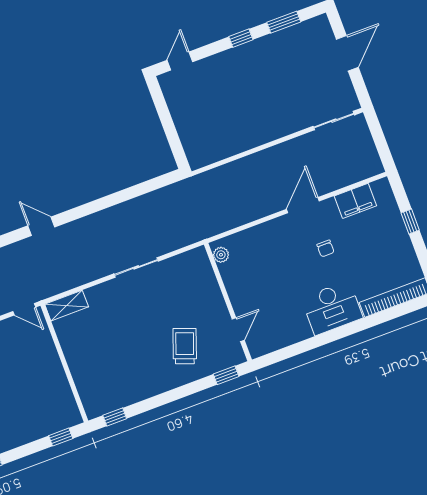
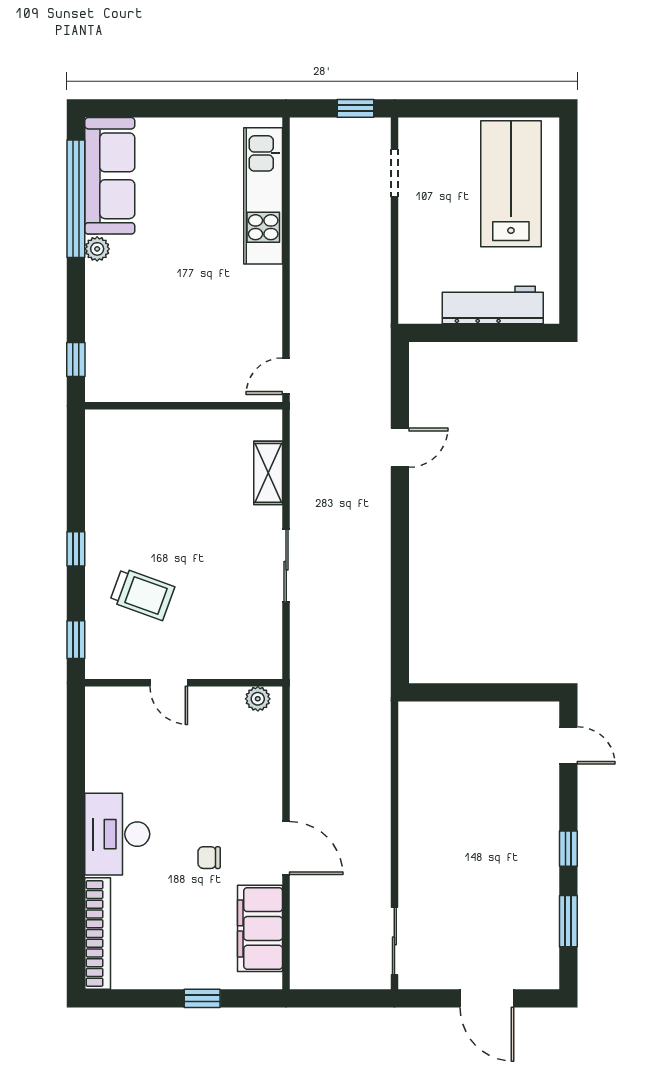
filing cabinet: (355, 201) -> (260, 928), width x1.50, depth x1.17
shelving: (67, 306) -> (268, 473), moved
door: (238, 330) -> (169, 683), moved
window: (115, 417) -> (76, 549), moved

